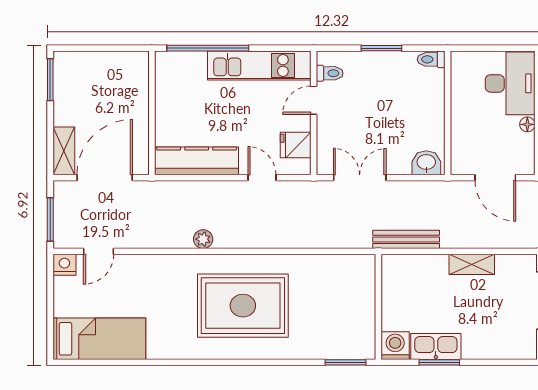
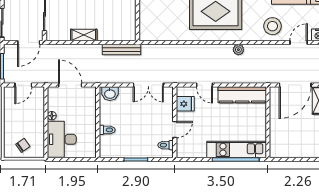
toilet: (431, 59) -> (107, 130), moved
kitchen unit: (259, 65) -> (237, 150), moved
stool: (144, 280) -> (272, 26), added

